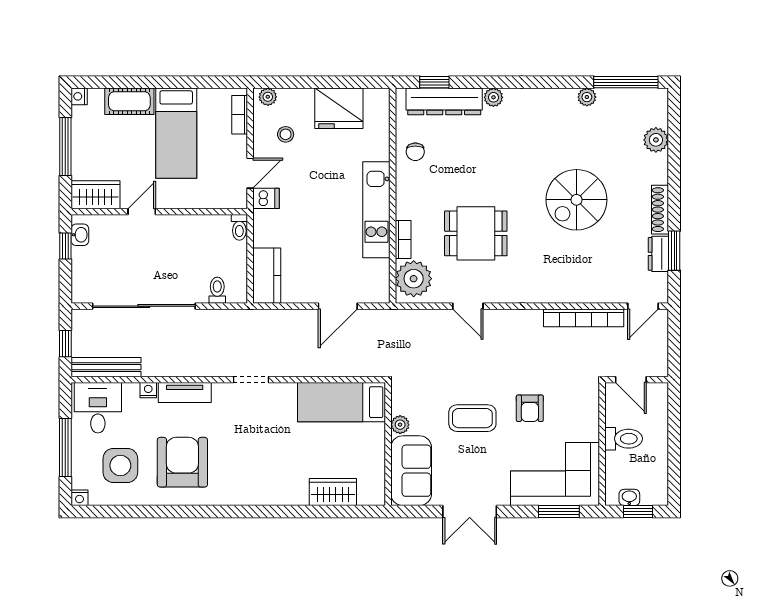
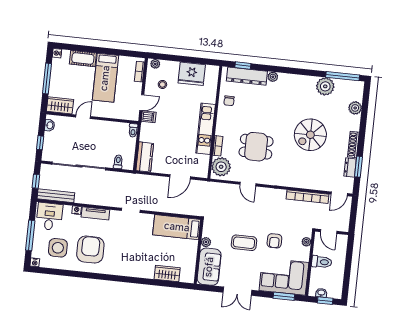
plant: (587, 97) -> (325, 86), width x1.88, depth x1.88
window: (65, 246) -> (40, 143), moved
plant: (591, 404) -> (306, 242), added

